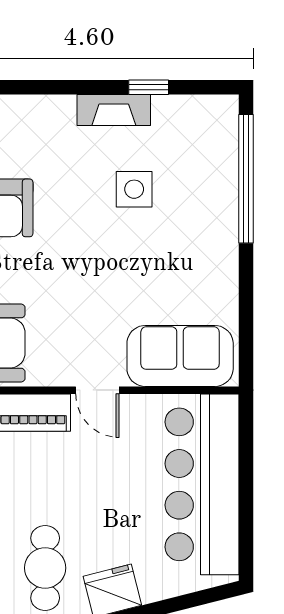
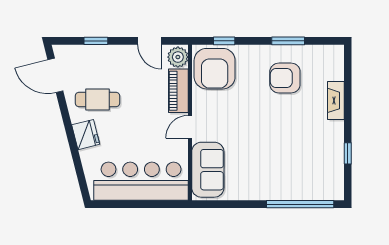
fireplace: (114, 110) -> (336, 100), moved
side table: (134, 189) -> (295, 146), removed

